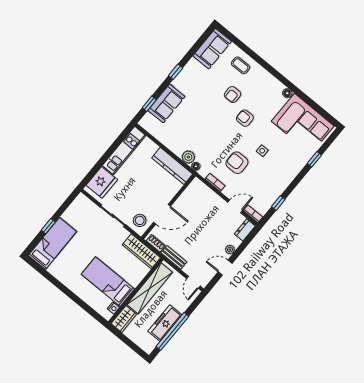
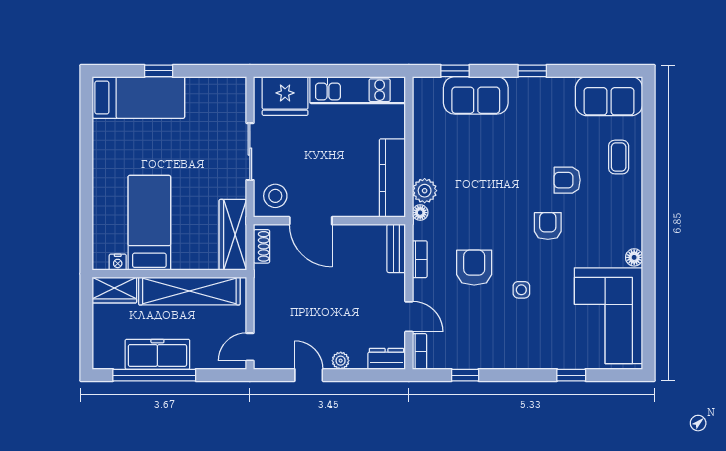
bench: (174, 257) -> (396, 248), moved

